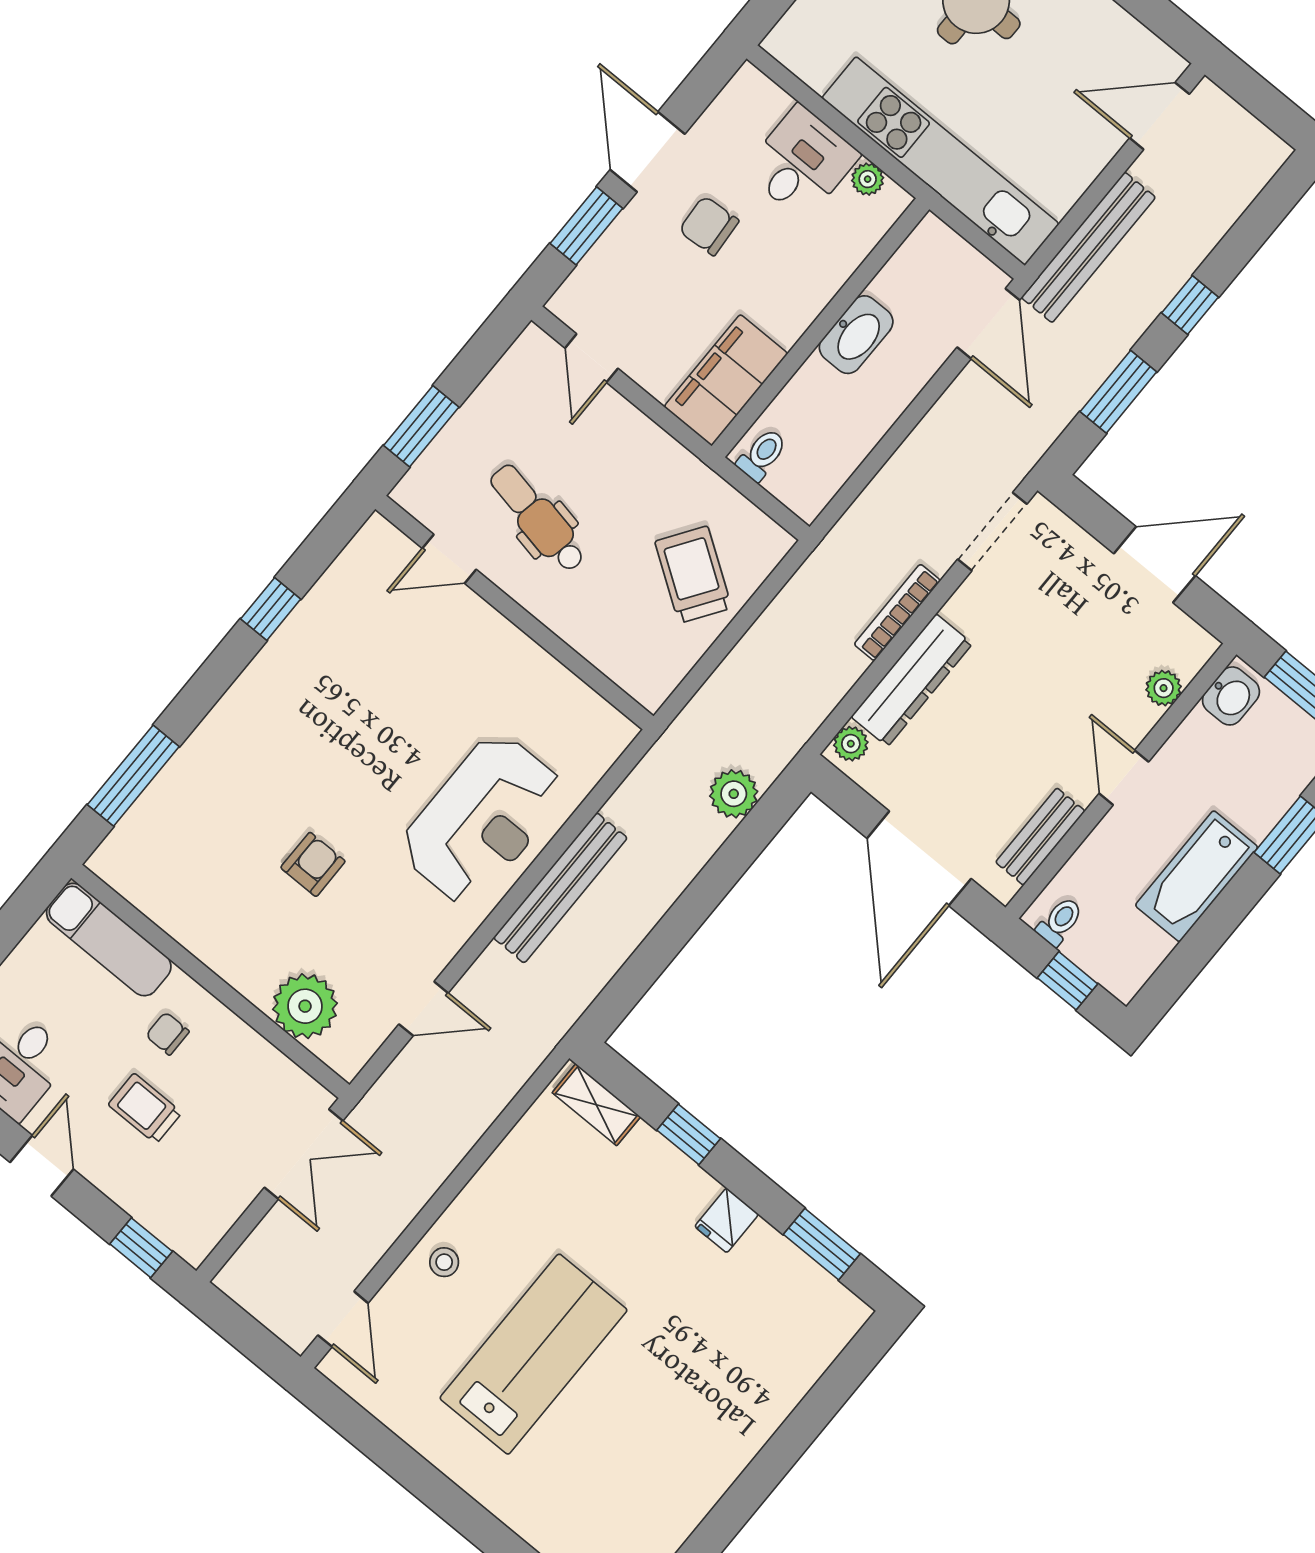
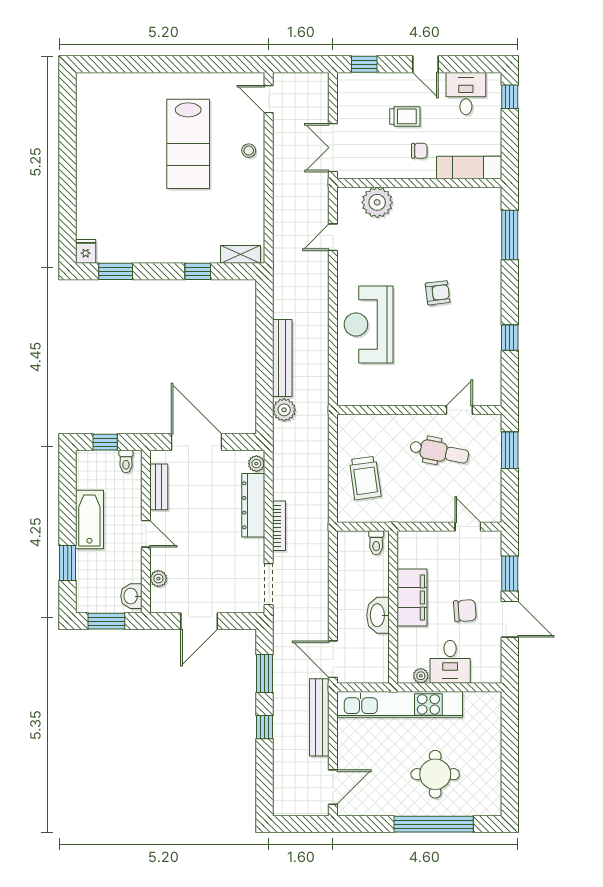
filing cabinet: (726, 380) -> (412, 597), moved
trolley: (693, 575) -> (365, 478), turned 48
armchair: (313, 864) -> (438, 293), moved, turned -97
bench: (560, 888) -> (282, 358), moved
fridge: (727, 1220) -> (86, 251), moved

